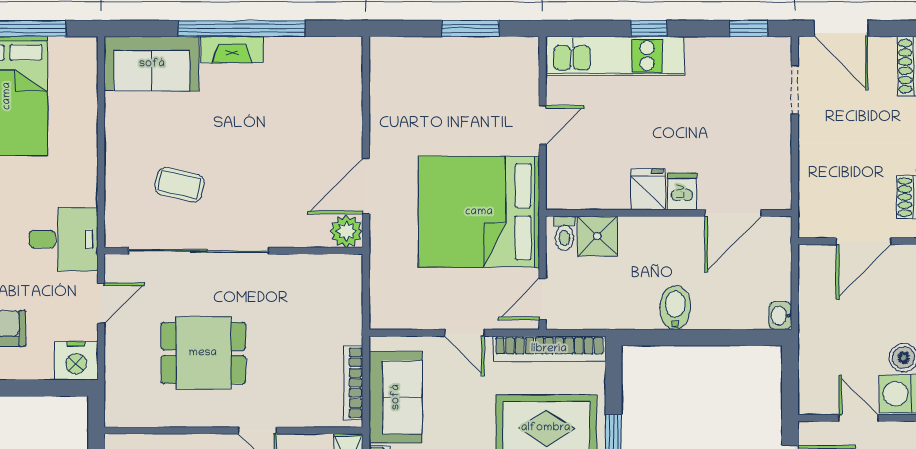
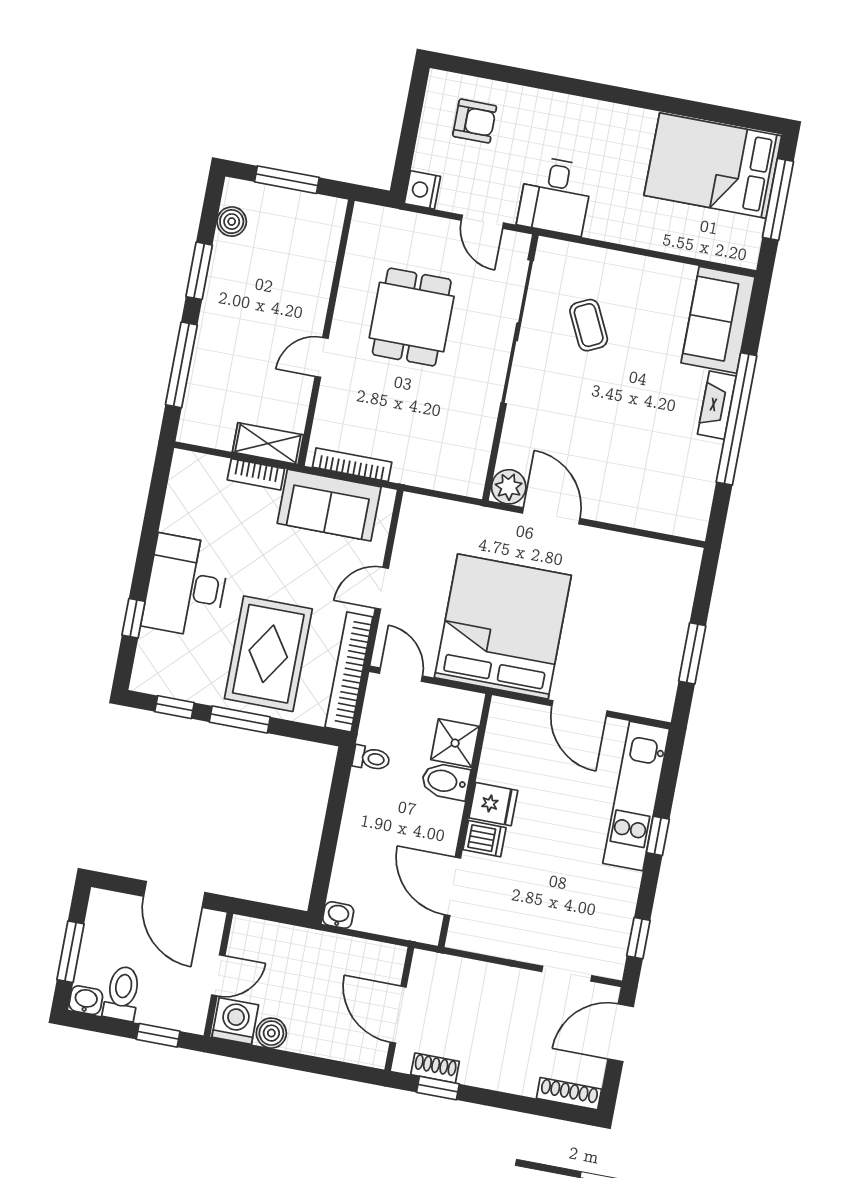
door: (543, 125) -> (579, 708), width x1.38
coffee table: (180, 185) -> (589, 325), turned -39
toilet: (564, 233) -> (371, 758), moved, turned 180
bidet: (675, 308) -> (446, 781), moved, turned 180
nightstand: (76, 361) -> (422, 190), width x0.74, depth x0.75

